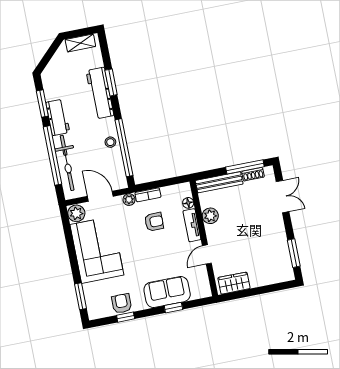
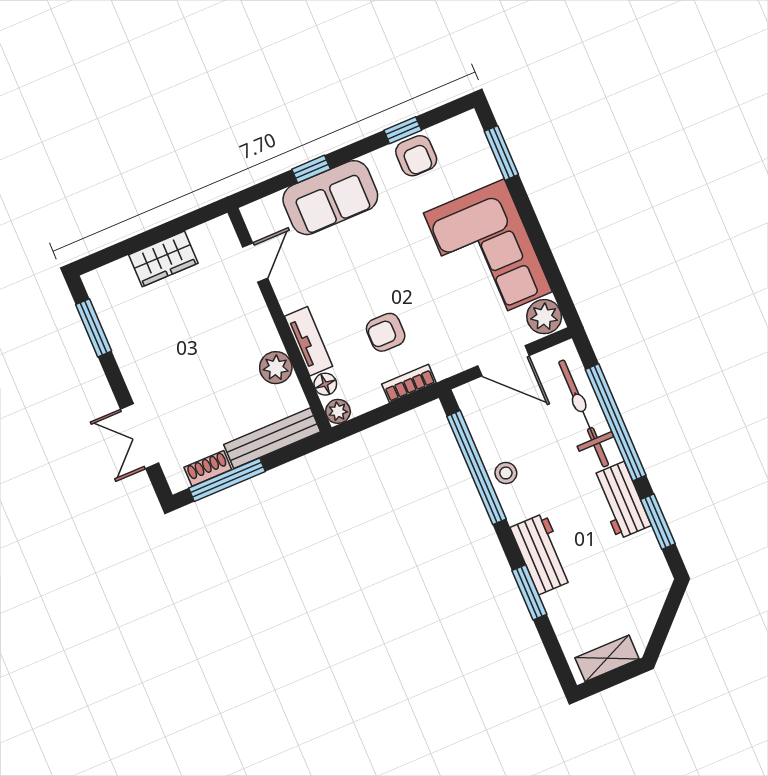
workbench: (100, 93) -> (542, 554), width x0.73
plant: (129, 200) -> (338, 411), moved
door: (207, 254) -> (255, 263), moved
wardrobe: (234, 283) -> (163, 259), moved

